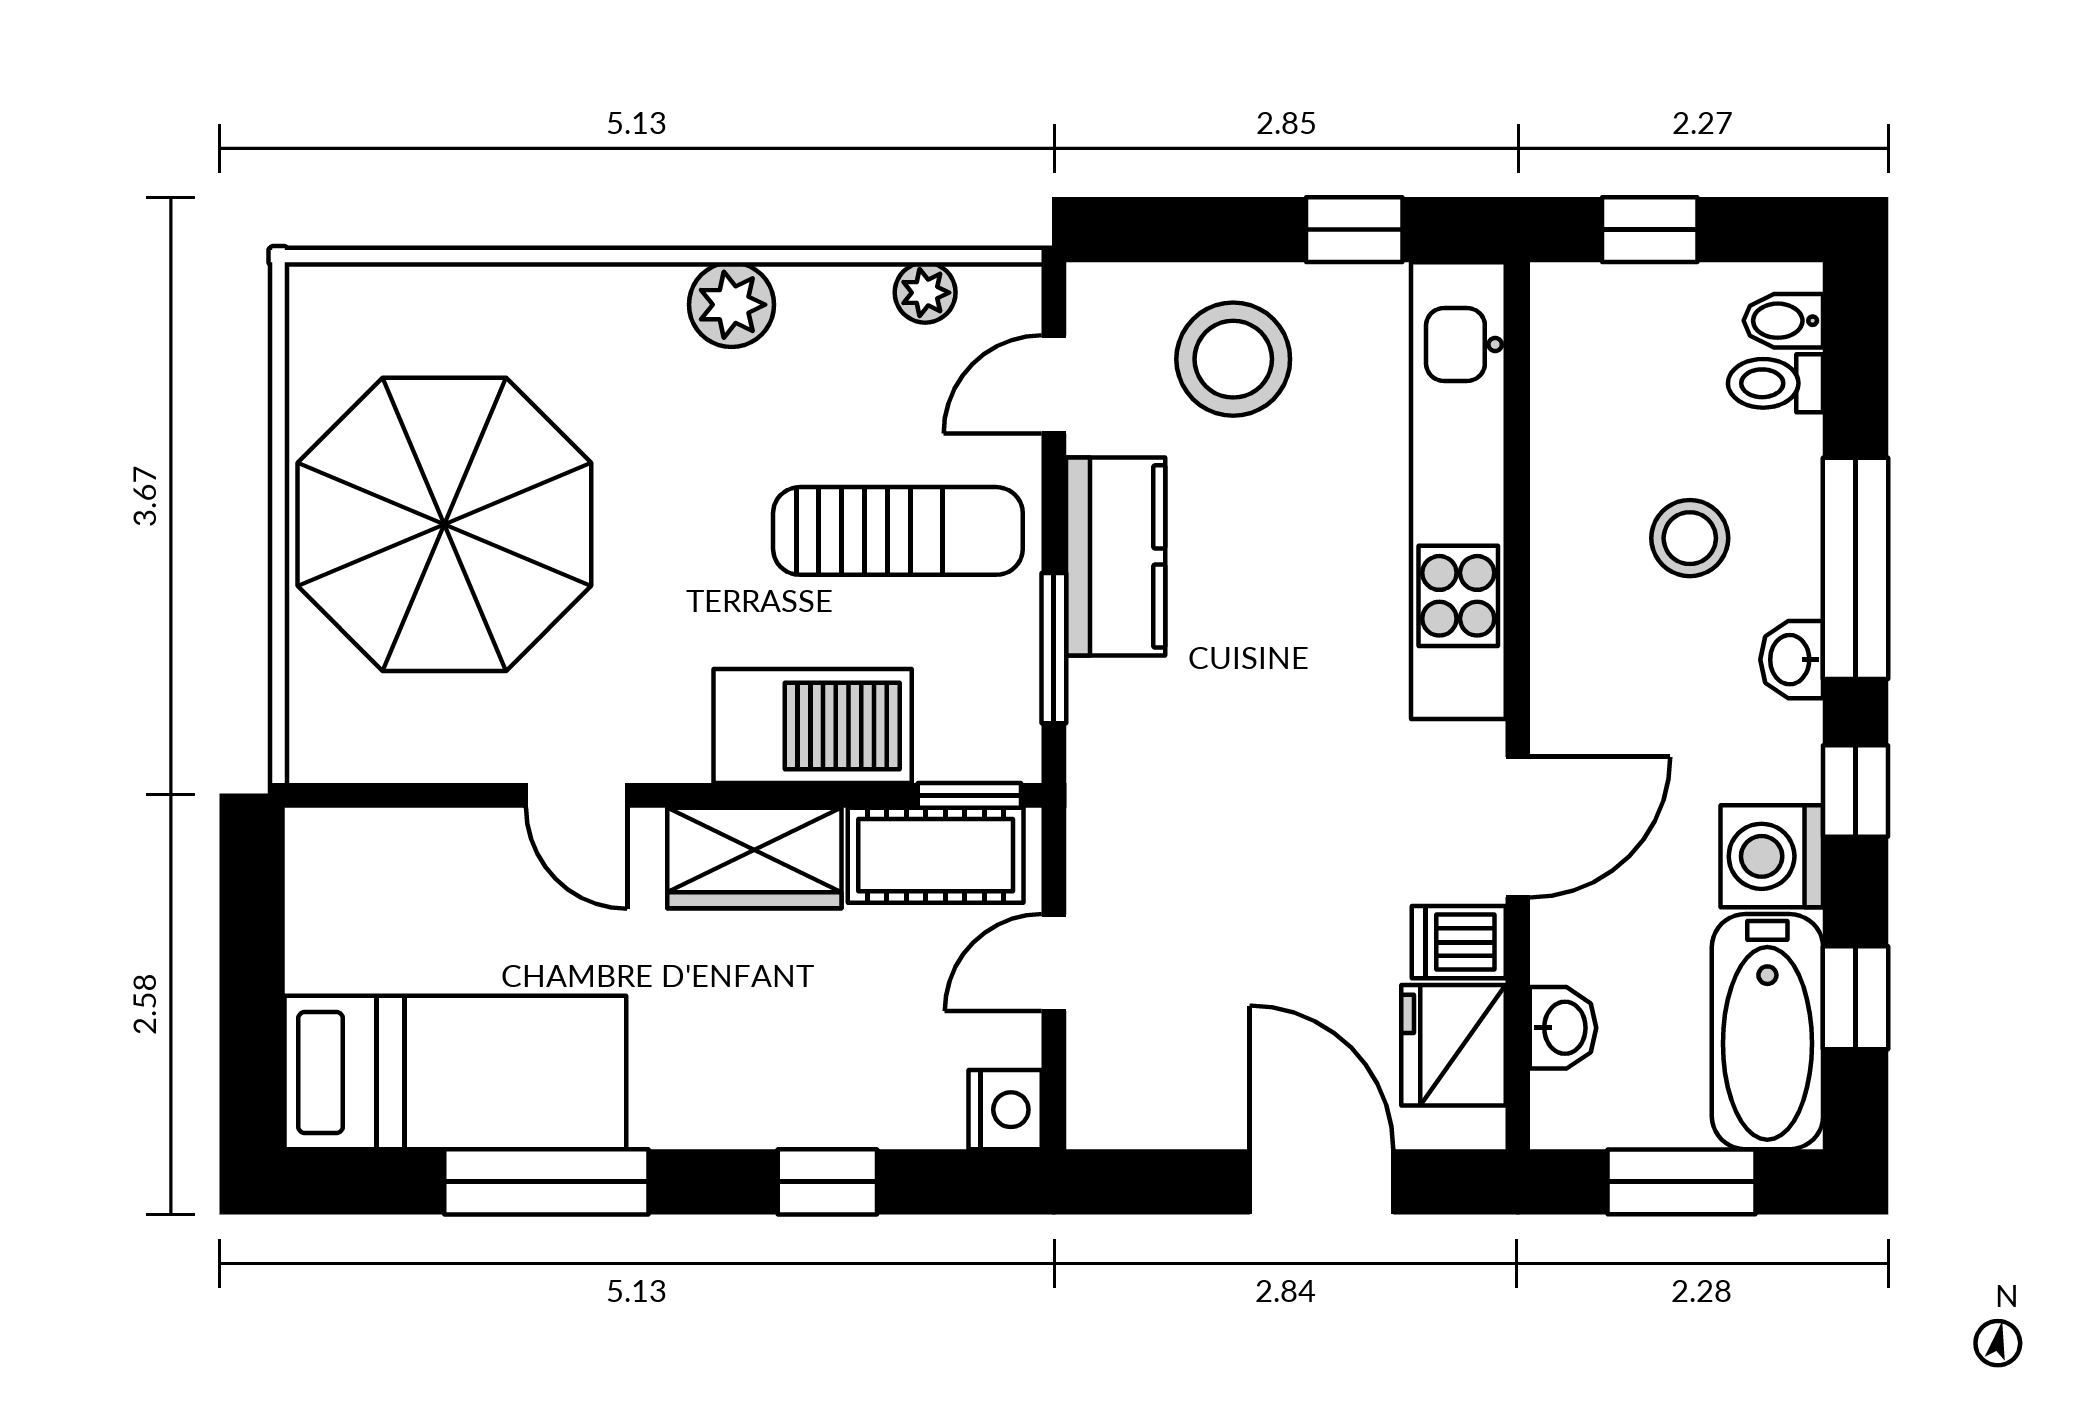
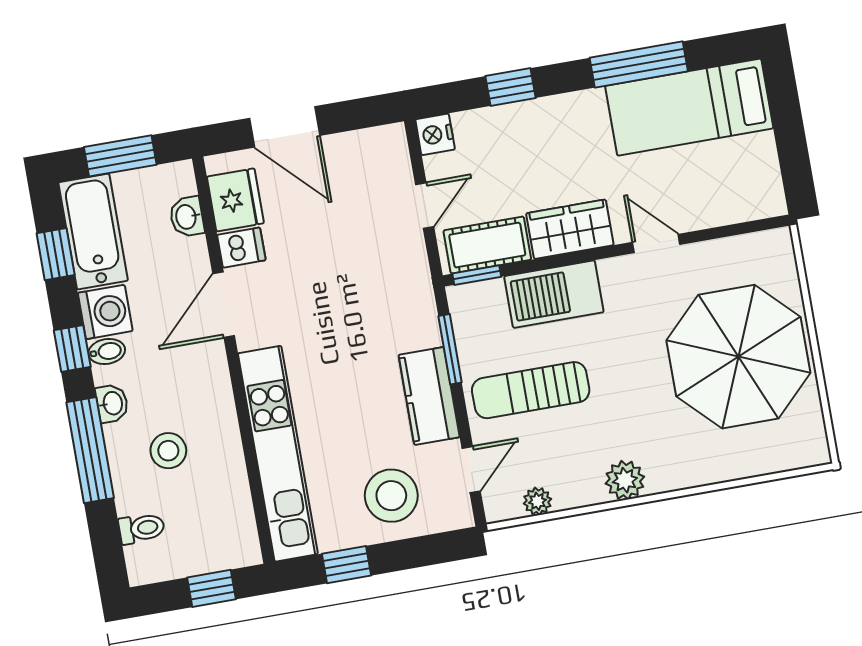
bidet: (1783, 321) -> (107, 351), moved

